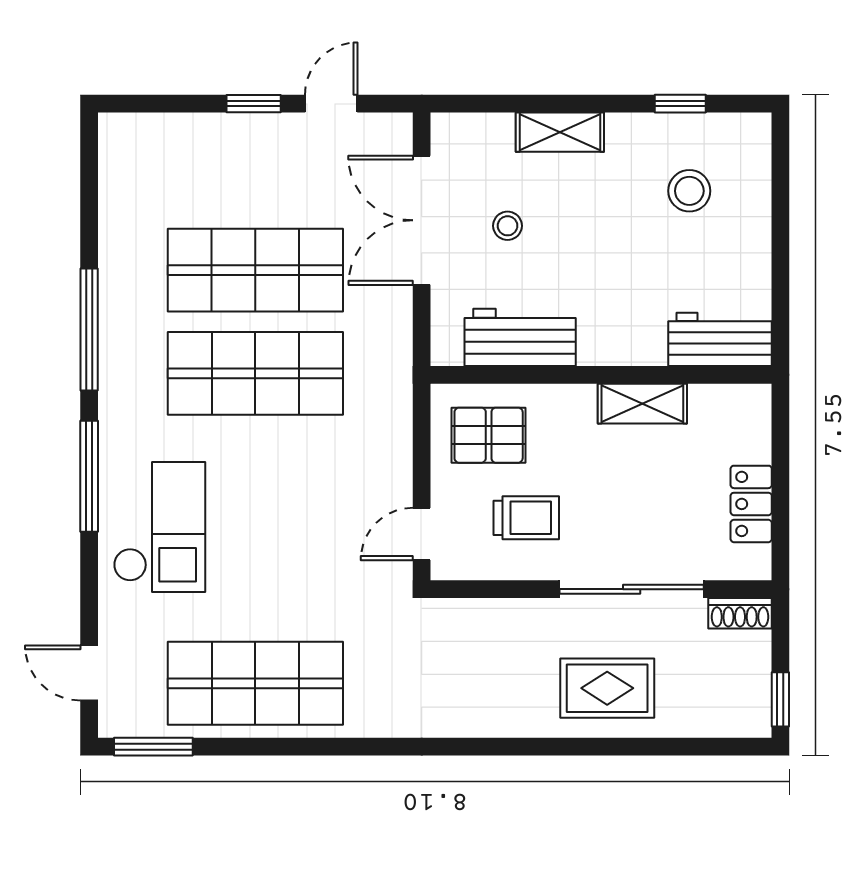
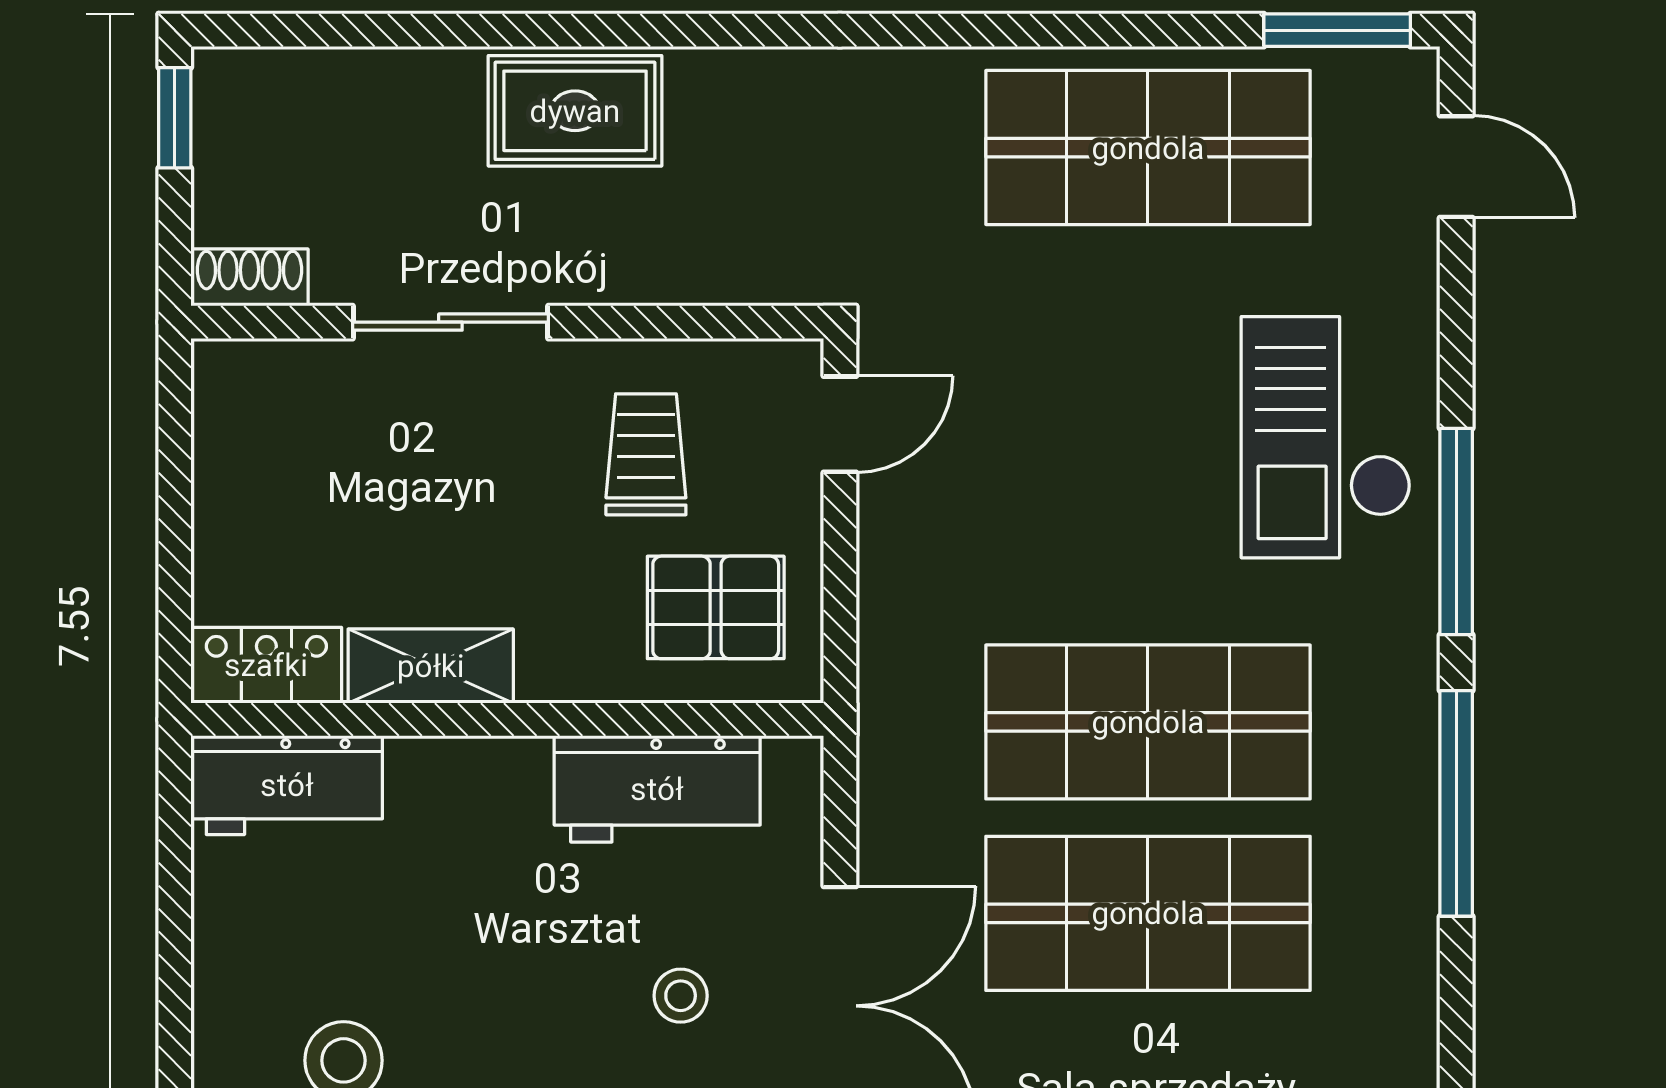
locker: (751, 504) -> (266, 665), moved, turned -90
trolley: (526, 518) -> (646, 454), turned 90
sliding door: (632, 589) -> (450, 322), width x0.73
rug: (607, 688) -> (575, 111), moved

